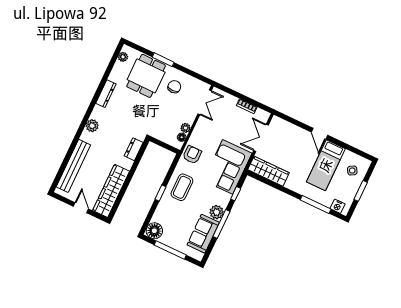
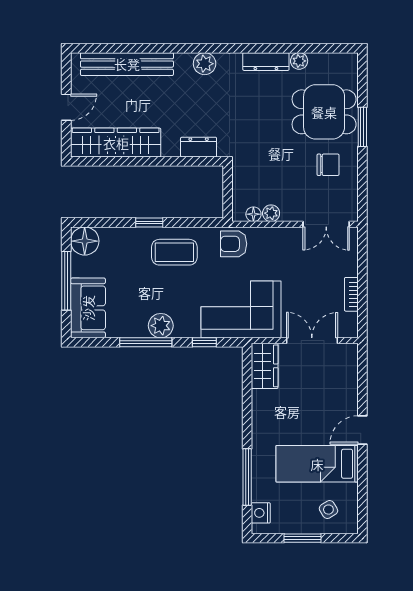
plant: (123, 57) -> (299, 61), moved
armchair: (192, 155) -> (234, 244), turned 180
wardrobe: (268, 171) -> (265, 366), width x0.67
sofa: (203, 234) -> (88, 308), moved, turned 90

